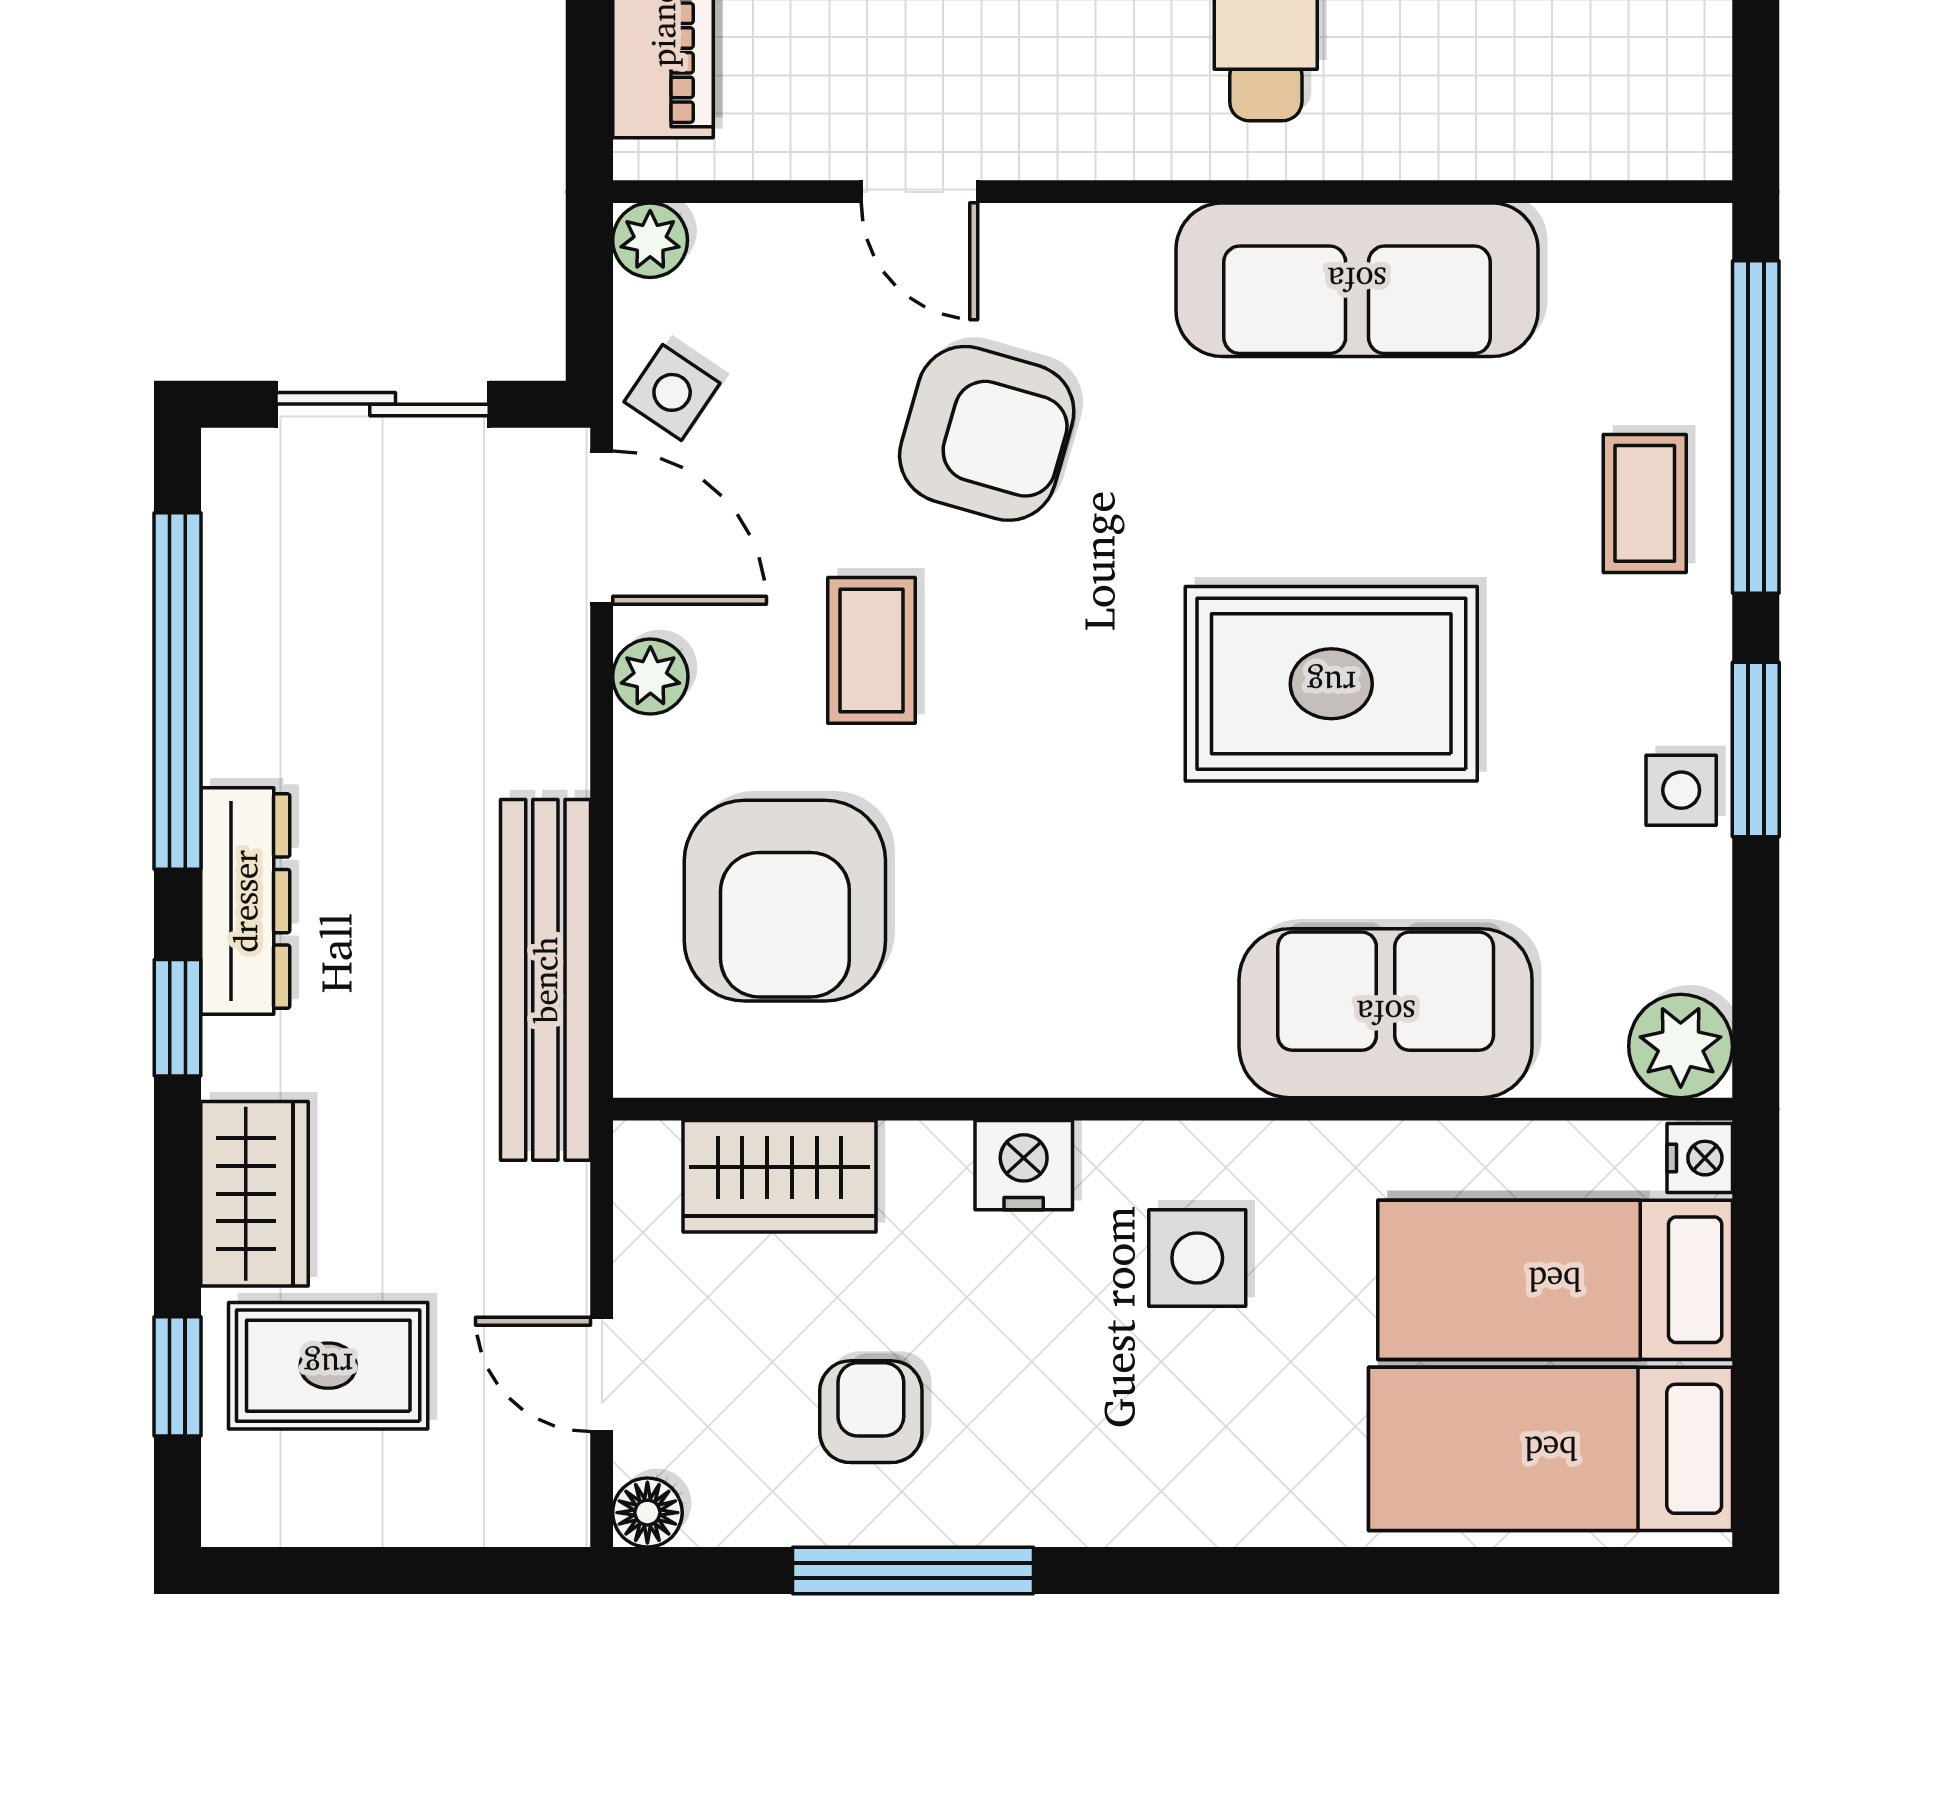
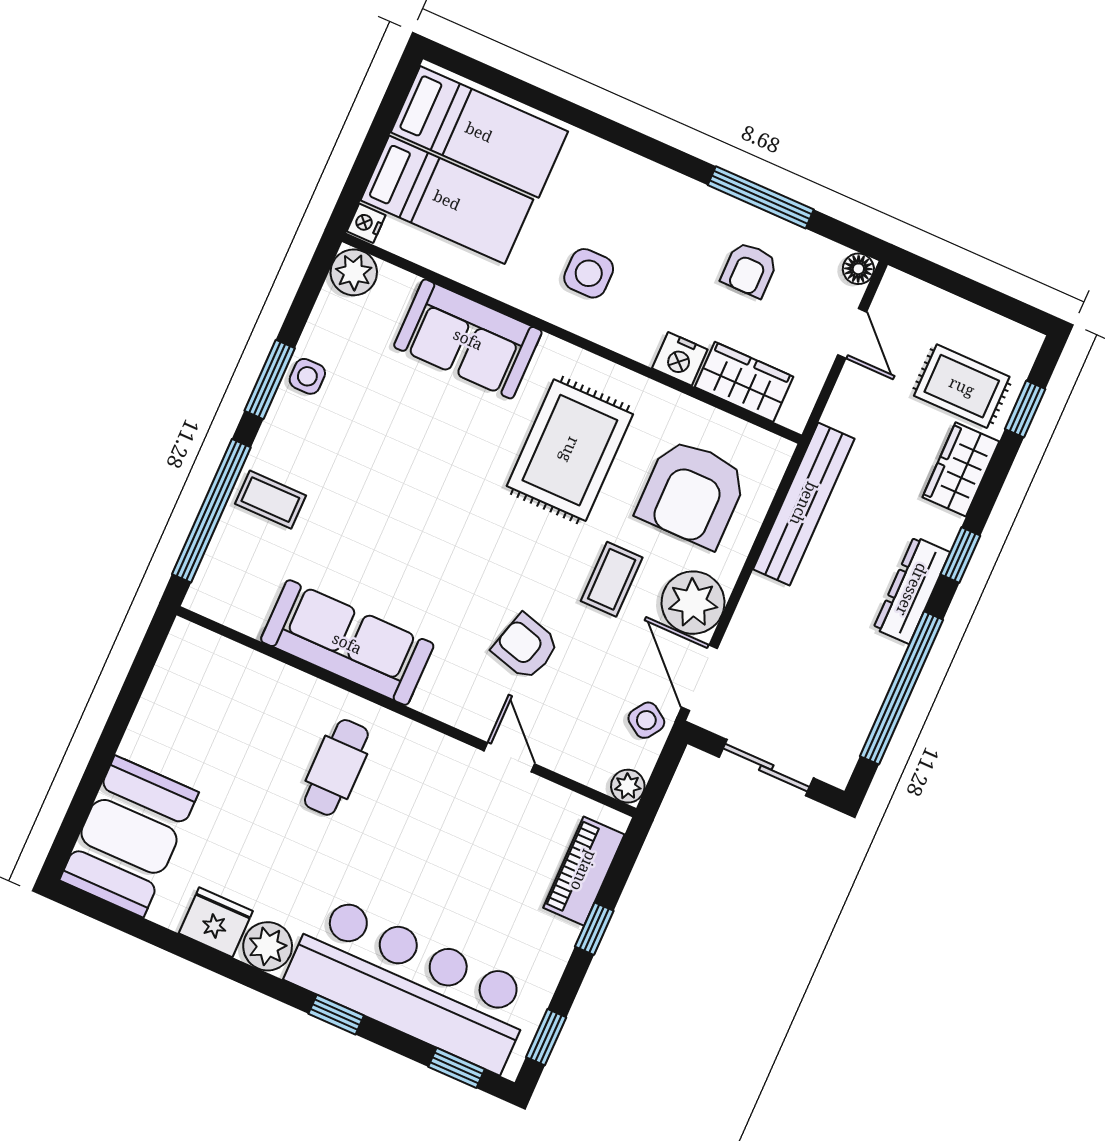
armchair: (987, 433) -> (526, 647), width x0.72, depth x0.72
coffee table: (1645, 503) -> (270, 500), turned 90
plant: (650, 677) -> (693, 603), width x1.87, depth x1.87
rug: (1331, 684) -> (570, 450), moved, turned 90
armchair: (785, 901) -> (692, 493), turned 180
nightstand: (1024, 1165) -> (680, 359), moved

